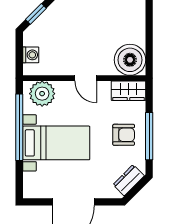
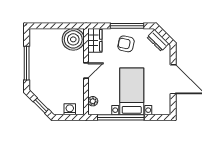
plant: (42, 94) -> (93, 101), width x0.53, depth x0.53
armchair: (124, 135) -> (126, 44), turned -78

